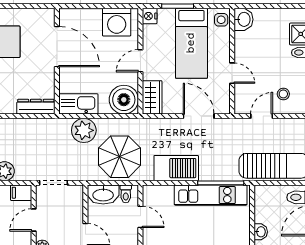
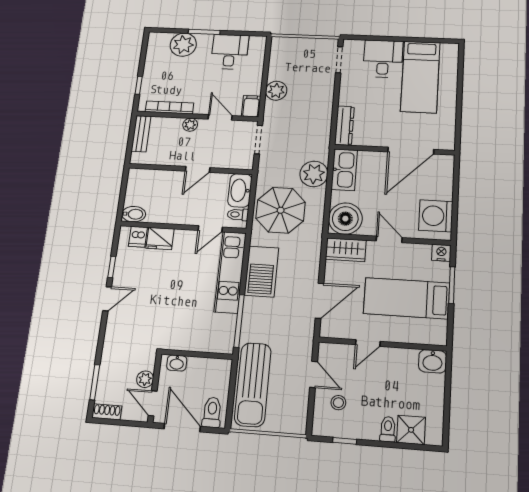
side table: (221, 20) -> (433, 335), removed
kitchen unit: (211, 195) -> (230, 272), moved

